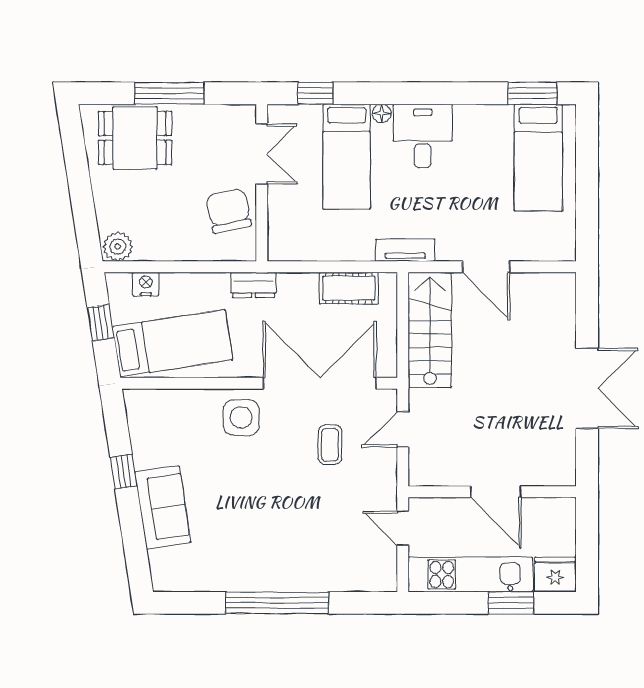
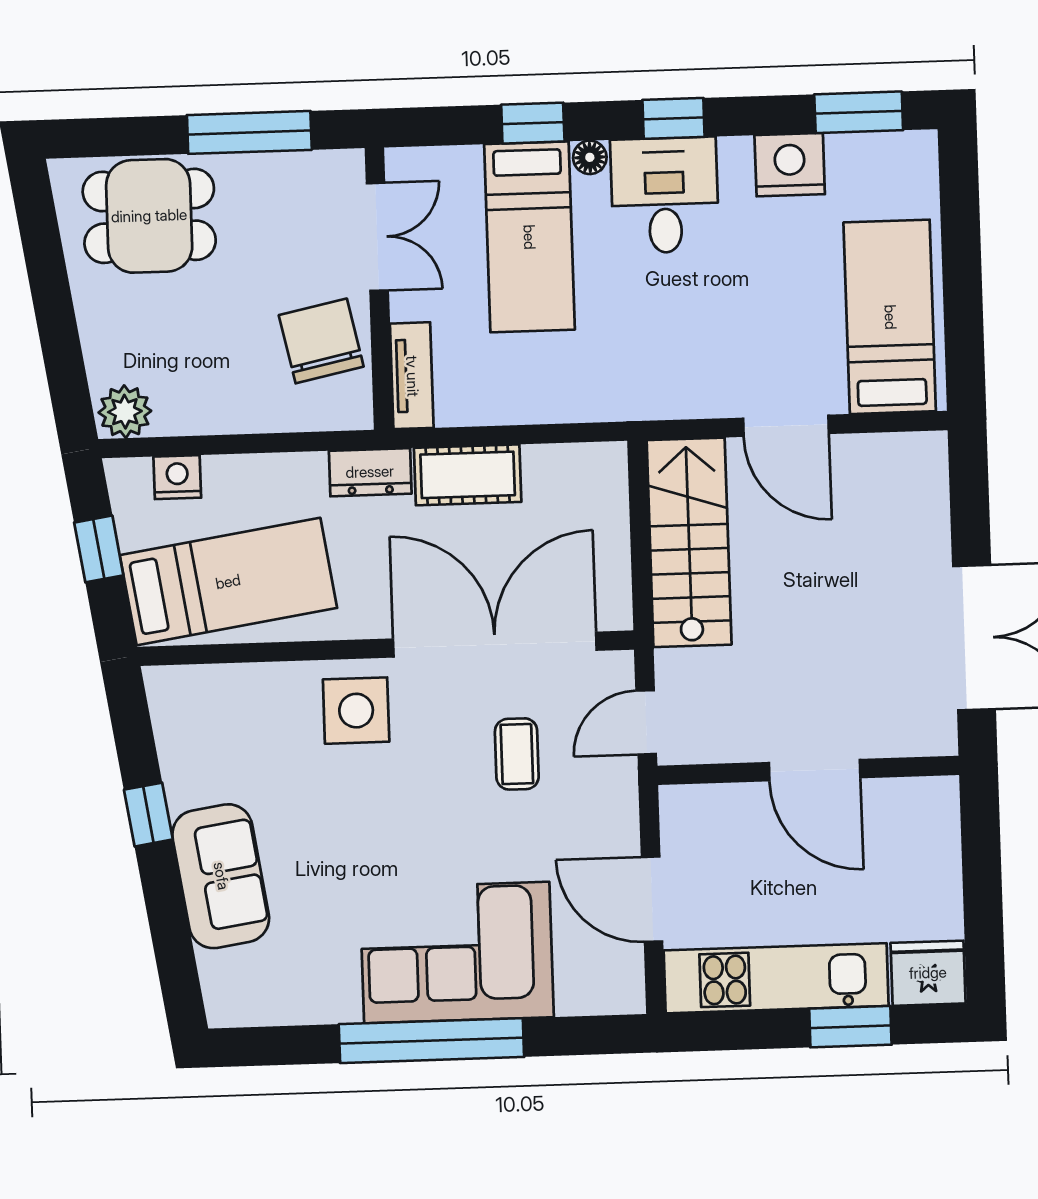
window: (169, 93) -> (249, 132), moved
window: (316, 93) -> (533, 123), moved
window: (429, 93) -> (674, 118), added
nightstand: (493, 121) -> (790, 165), added
bed: (538, 158) -> (890, 317), moved, turned 180
tv unit: (405, 250) -> (412, 376), moved, turned 90
cot: (349, 288) -> (468, 475), moved
wall: (492, 492) -> (808, 770), moved
door: (496, 492) -> (815, 770), moved
door: (403, 528) -> (652, 899), width x1.38
corner sofa: (293, 554) -> (457, 953), added

